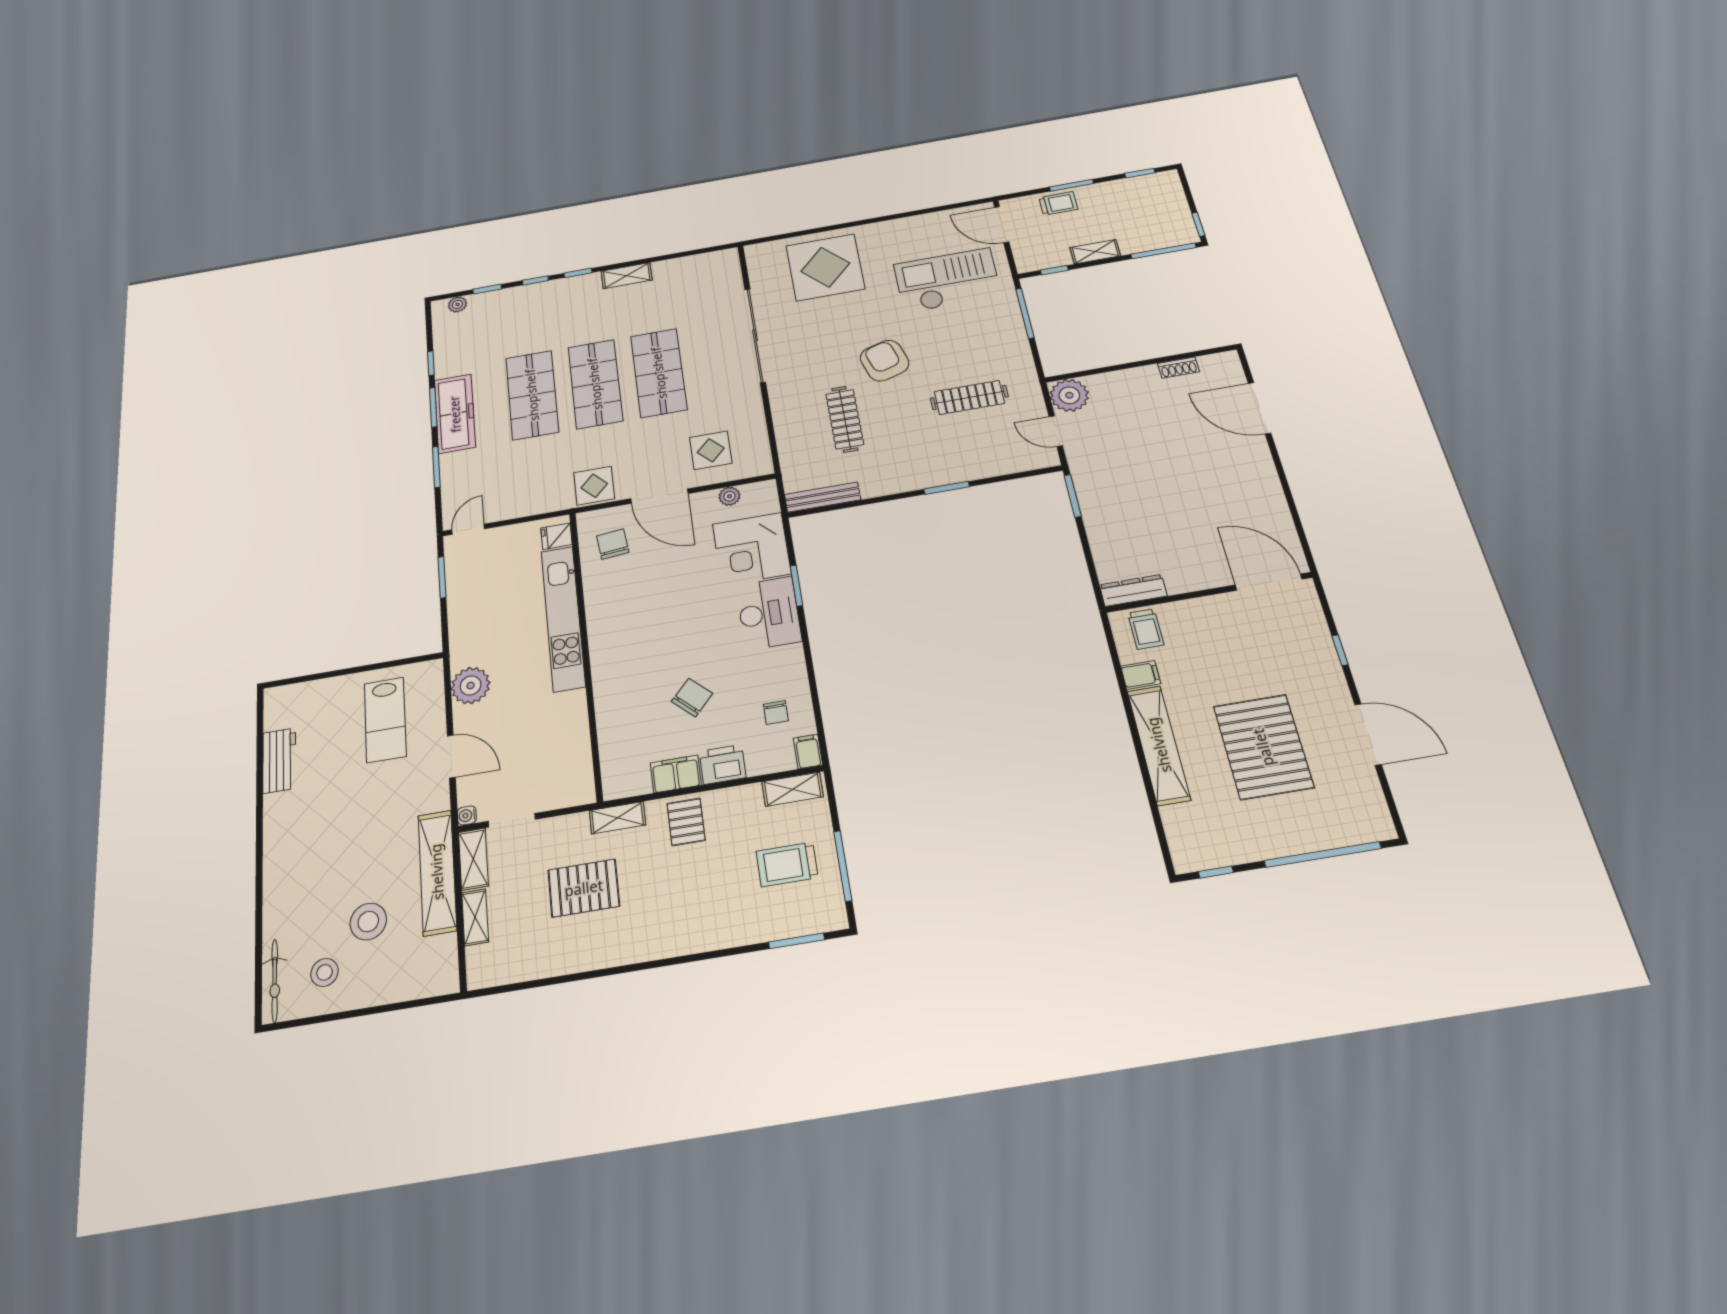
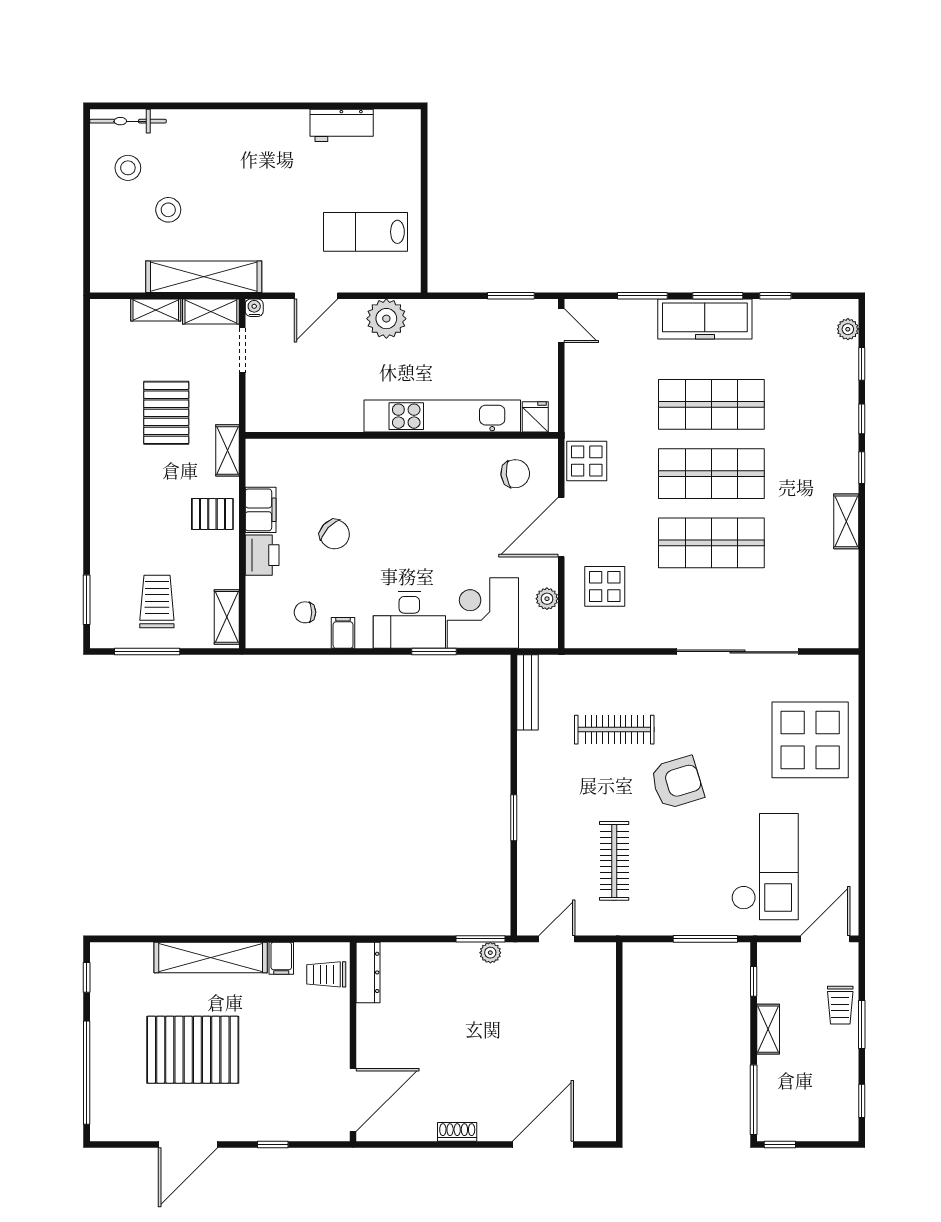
shoe rack: (1178, 368) -> (457, 1132), moved, turned 90
plant: (1069, 395) -> (490, 953), moved, width x0.53, depth x0.53
filing cabinet: (808, 751) -> (343, 633), moved, turned -90
stool: (368, 922) -> (168, 210), width x0.73, depth x0.73

